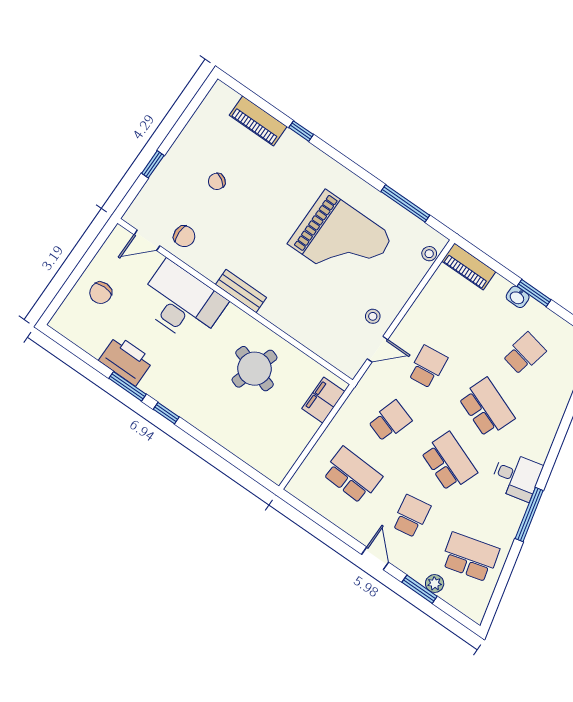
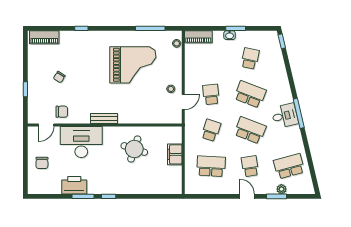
piano: (258, 121) -> (44, 37), moved
filing cabinet: (323, 400) -> (175, 154), moved
window: (529, 515) -> (299, 113), moved

